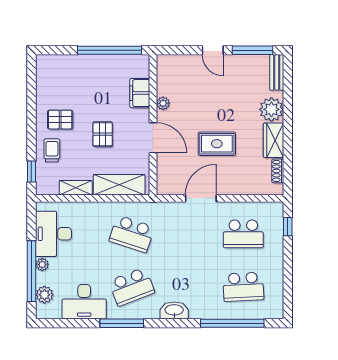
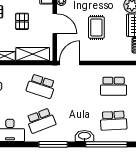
rug: (217, 144) -> (96, 28), turned 90
door: (201, 198) -> (70, 63), moved
washbasin: (174, 310) -> (84, 136), moved
window: (122, 323) -> (53, 144), moved

